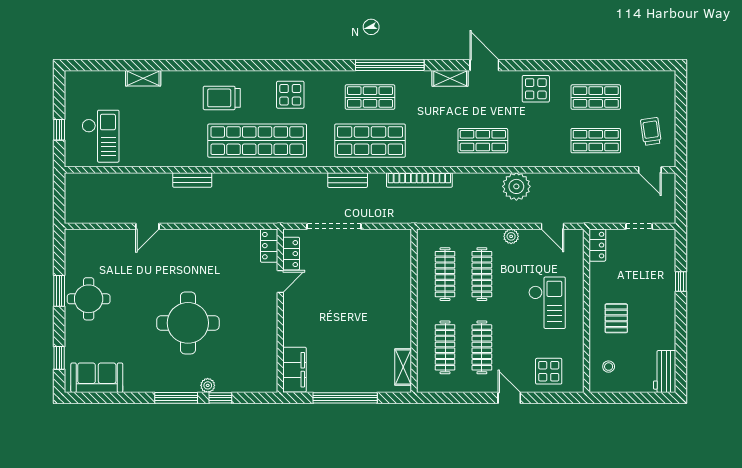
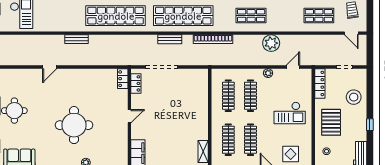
shop shelf: (370, 141) -> (183, 16), width x1.40
door: (552, 226) -> (293, 67), swing flipped
locker: (597, 245) -> (320, 83), width x1.53
stool: (654, 276) -> (354, 97), added
door: (280, 282) -> (129, 116), moved
window: (681, 282) -> (370, 125), moved
checkout: (547, 303) -> (290, 113), turned 90
pallet: (616, 318) -> (331, 122), width x1.50, depth x1.42

